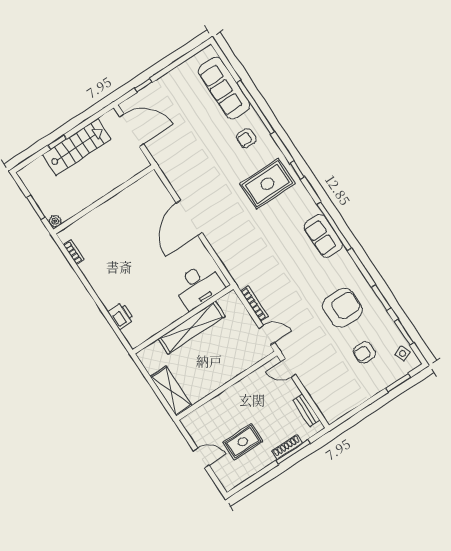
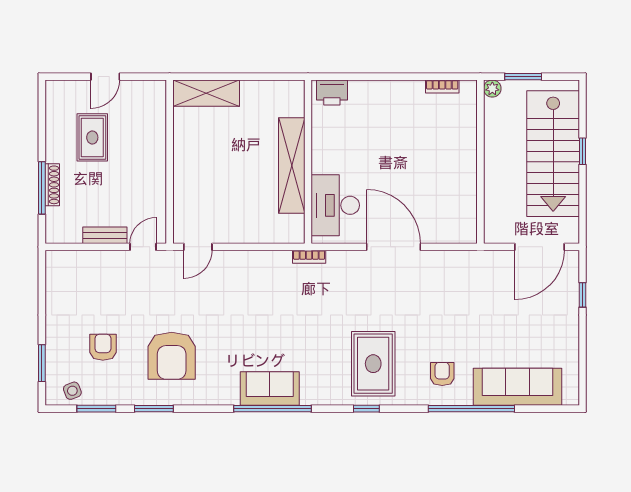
stairs: (77, 147) -> (553, 154), width x1.36, depth x1.51
desk: (198, 286) -> (335, 205), moved
bookcase: (254, 304) -> (309, 257), moved, width x0.64
wall: (183, 319) -> (308, 162), moved
shelving: (192, 328) -> (292, 166), moved
bench: (306, 410) -> (105, 235), moved

